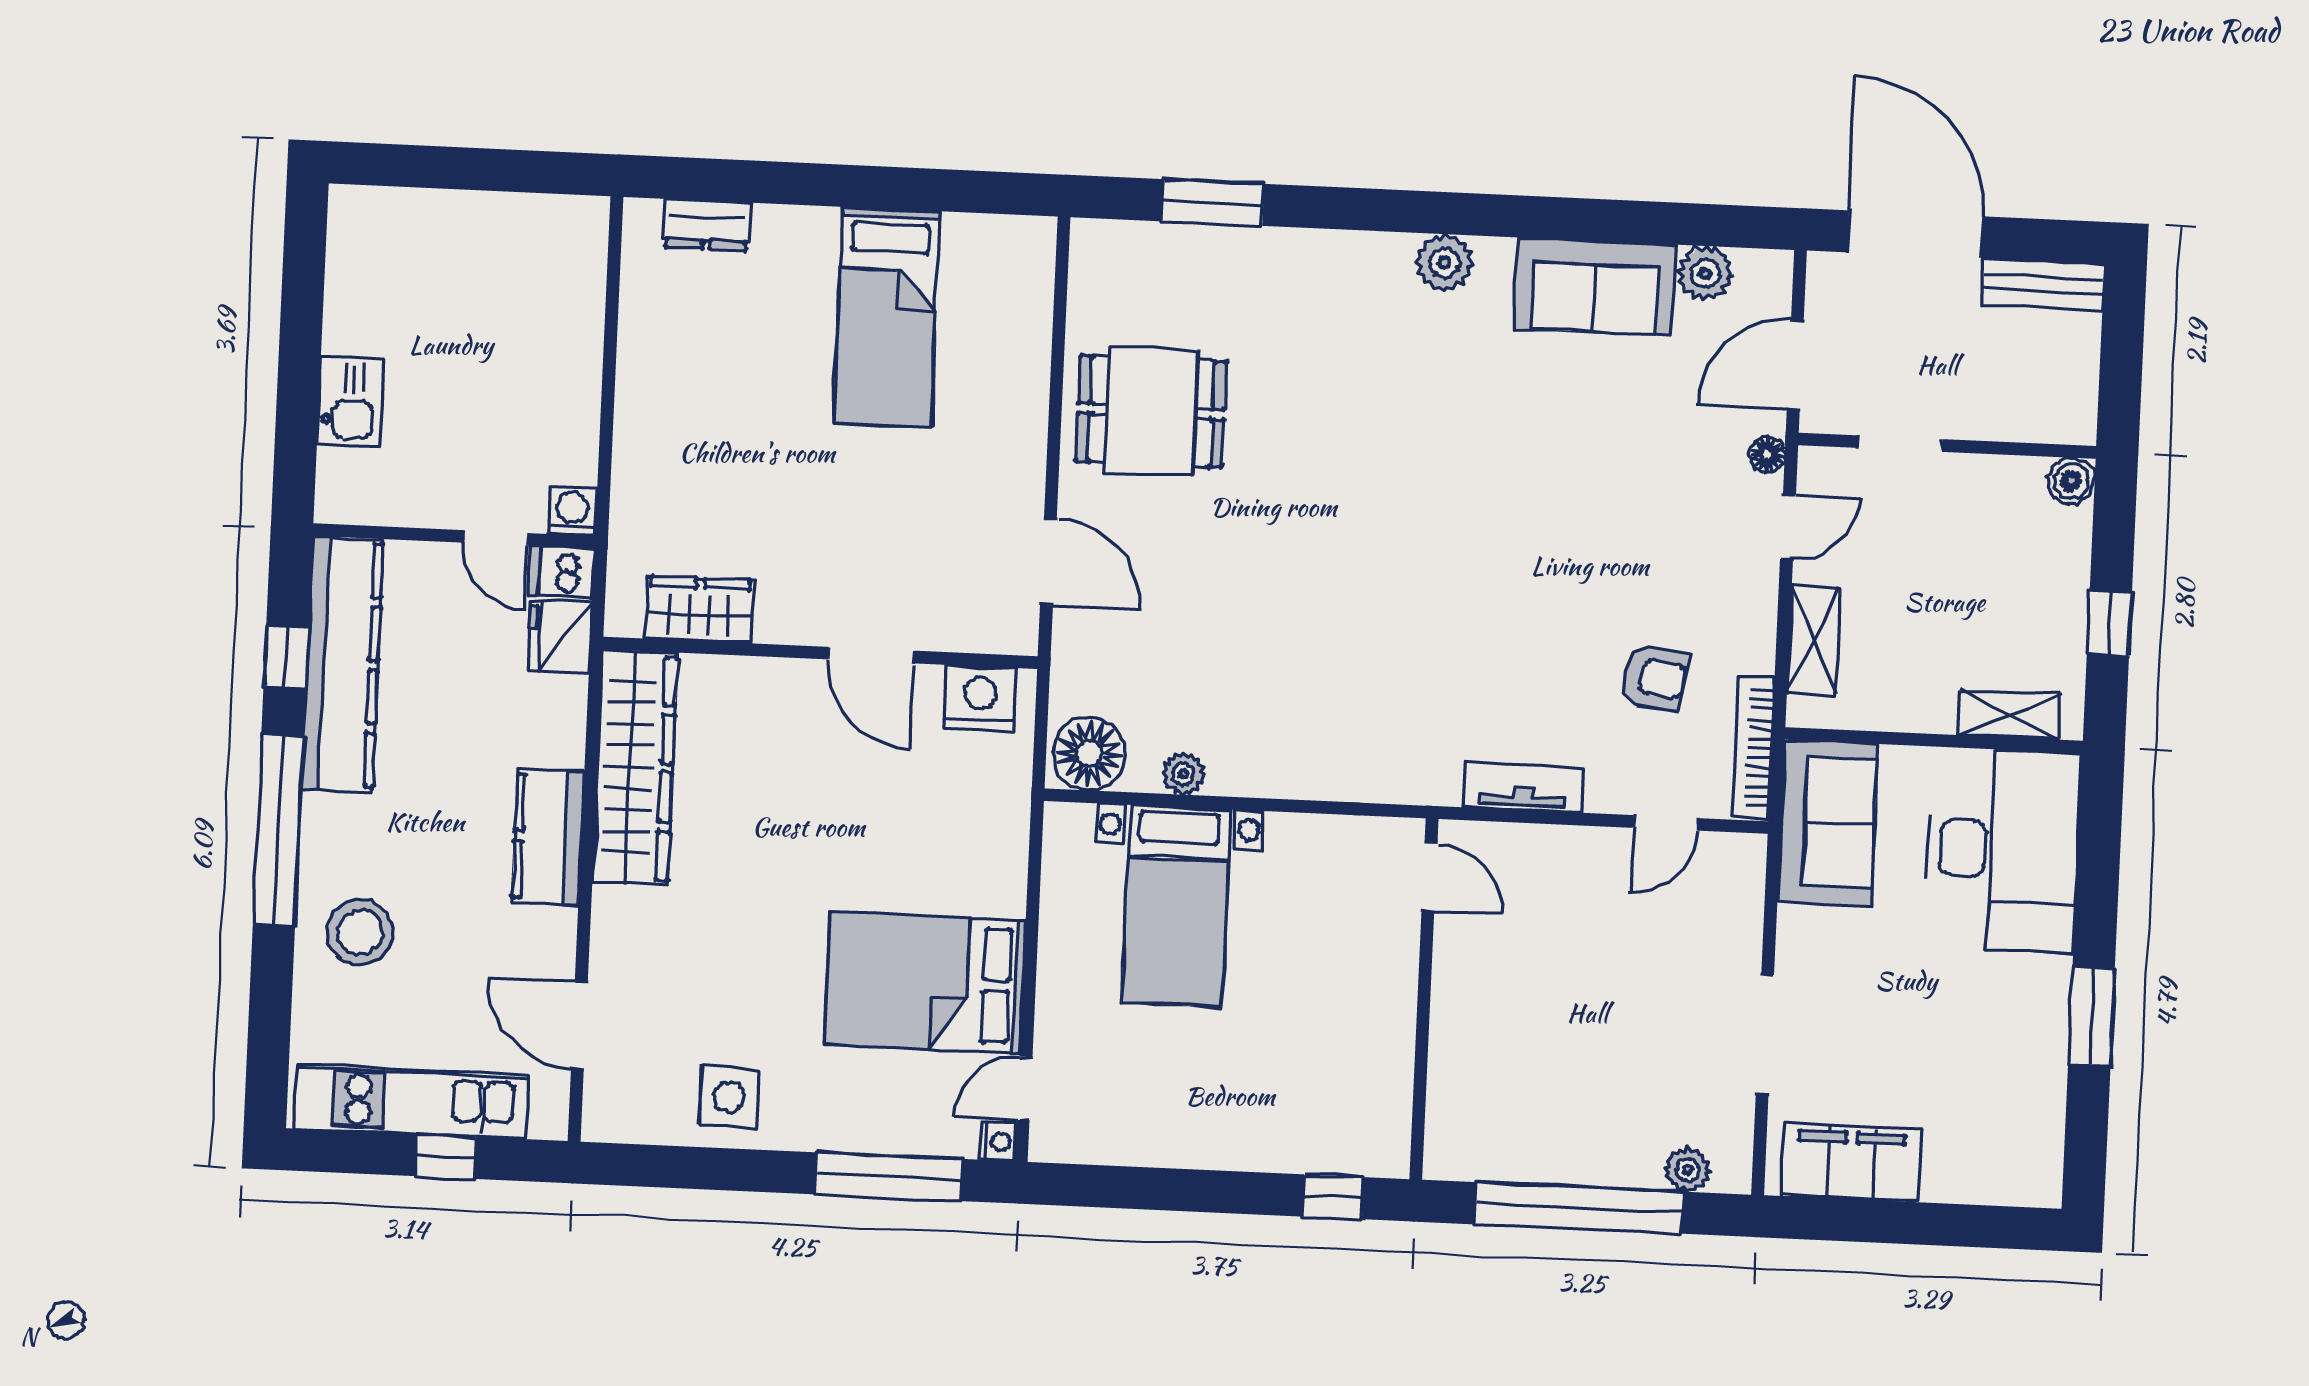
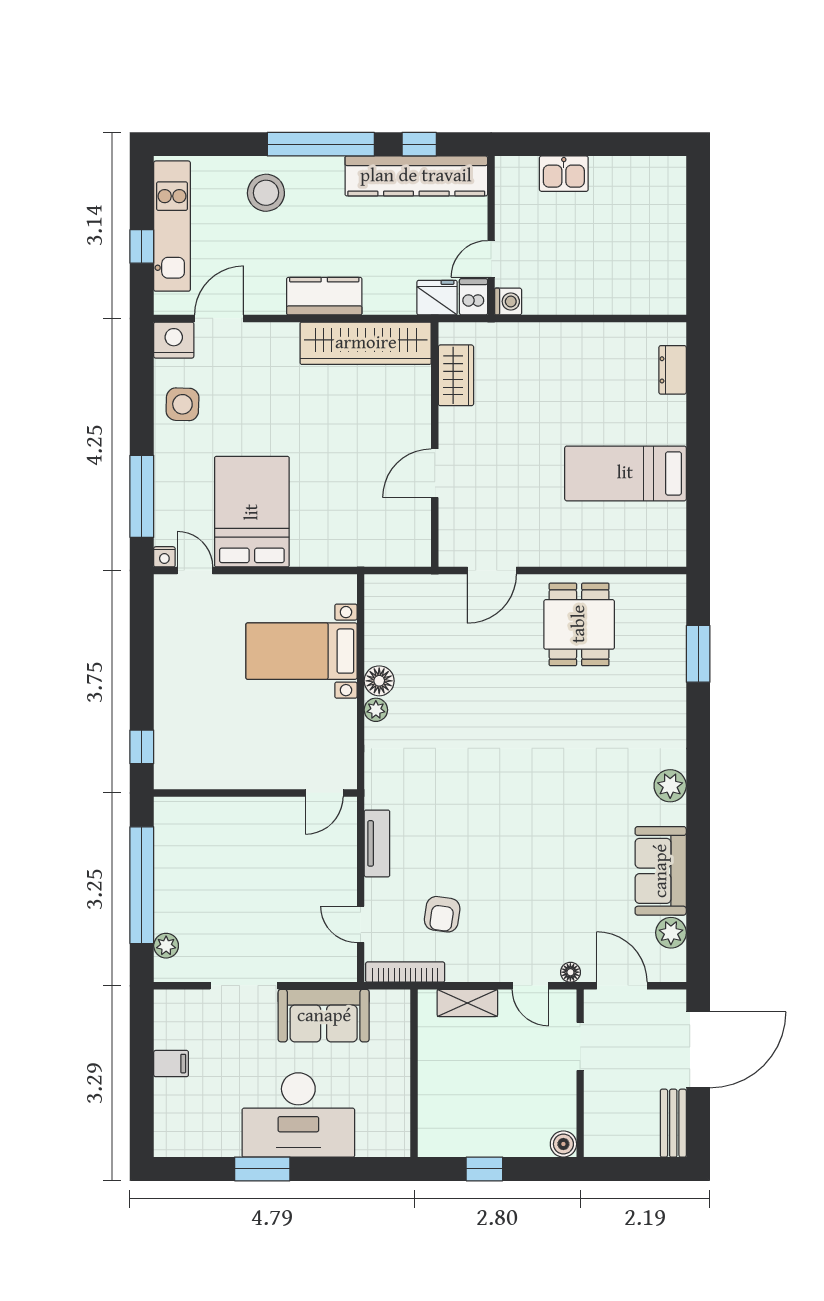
nightstand: (980, 698) -> (174, 340), moved, turned -90
shelving: (2009, 715) -> (430, 1115), removed
floor lamp: (1089, 754) -> (379, 681), moved, width x0.73, depth x0.73
plant: (1183, 774) -> (376, 710), moved
sofa: (1828, 823) -> (324, 1016), moved
desk: (2003, 850) -> (298, 1115), moved
filing cabinet: (1851, 1163) -> (171, 1064), width x0.33, depth x0.86

